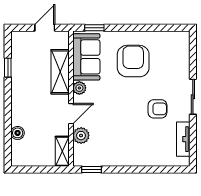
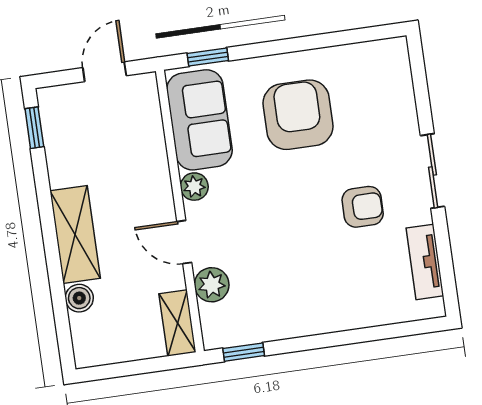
window: (8, 68) -> (34, 128), moved
shelving: (60, 72) -> (75, 235), moved
door: (71, 114) -> (184, 242), swing flipped

